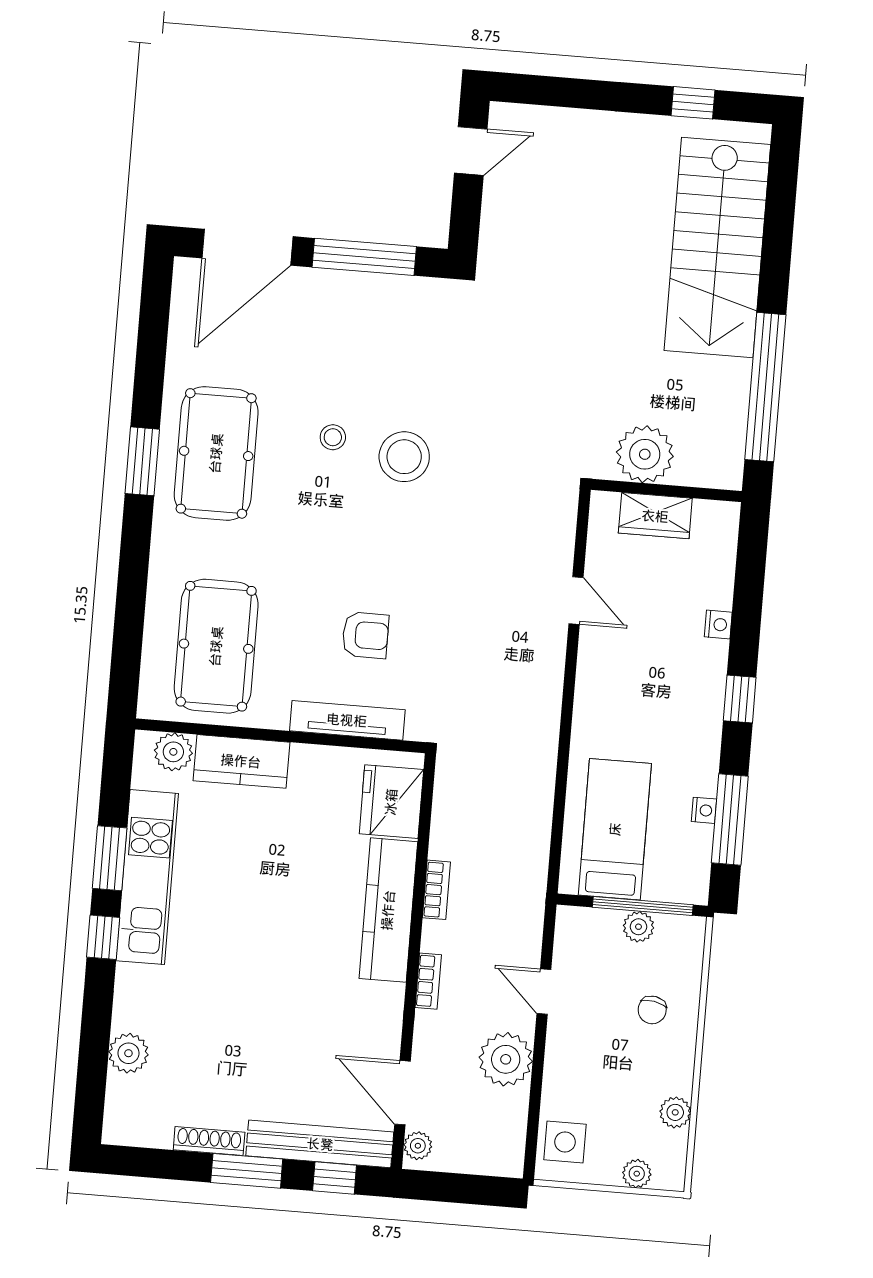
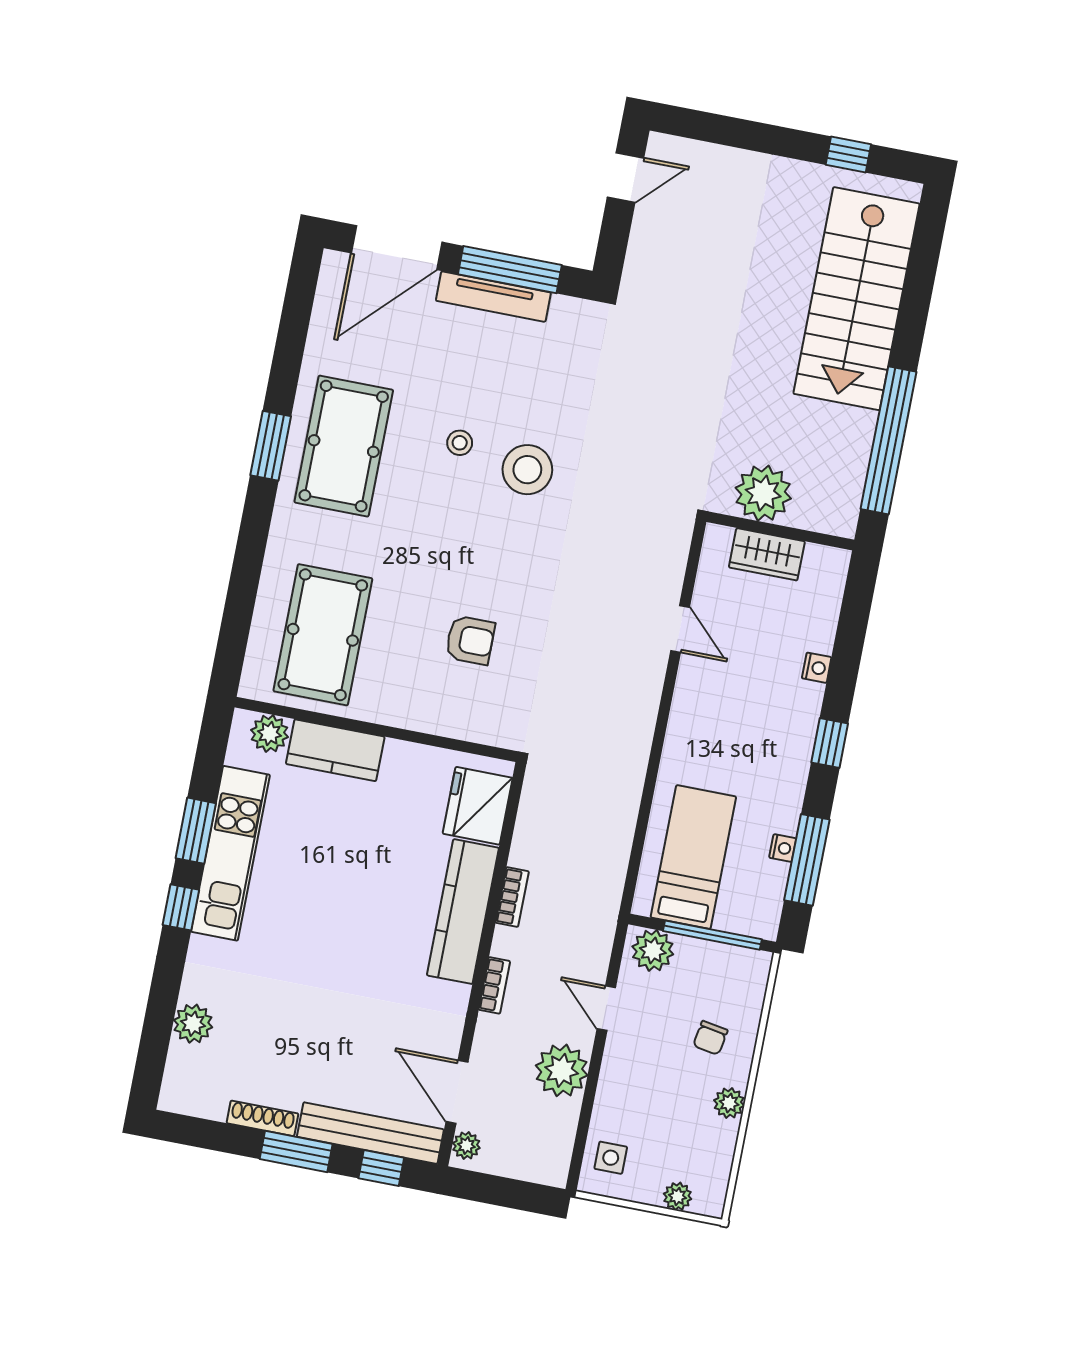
tv unit: (347, 720) -> (493, 297), moved, turned 180
plant: (639, 927) -> (653, 950), moved, width x1.38, depth x1.38
plant: (675, 1112) -> (729, 1103), moved
side table: (565, 1142) -> (611, 1158), width x0.73, depth x0.73

